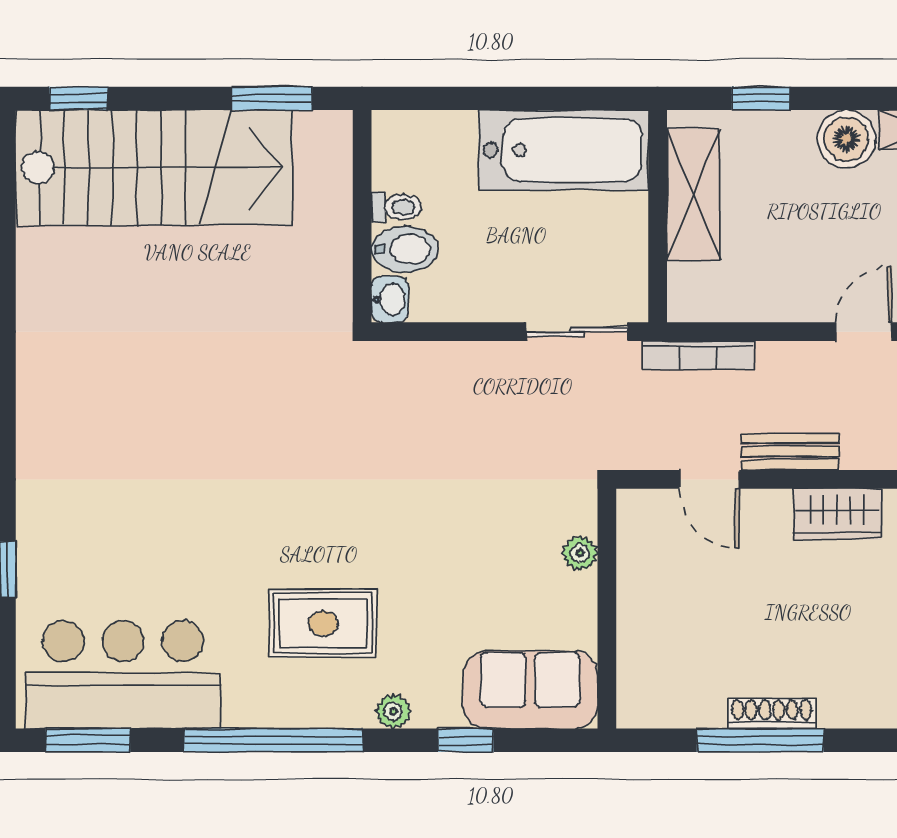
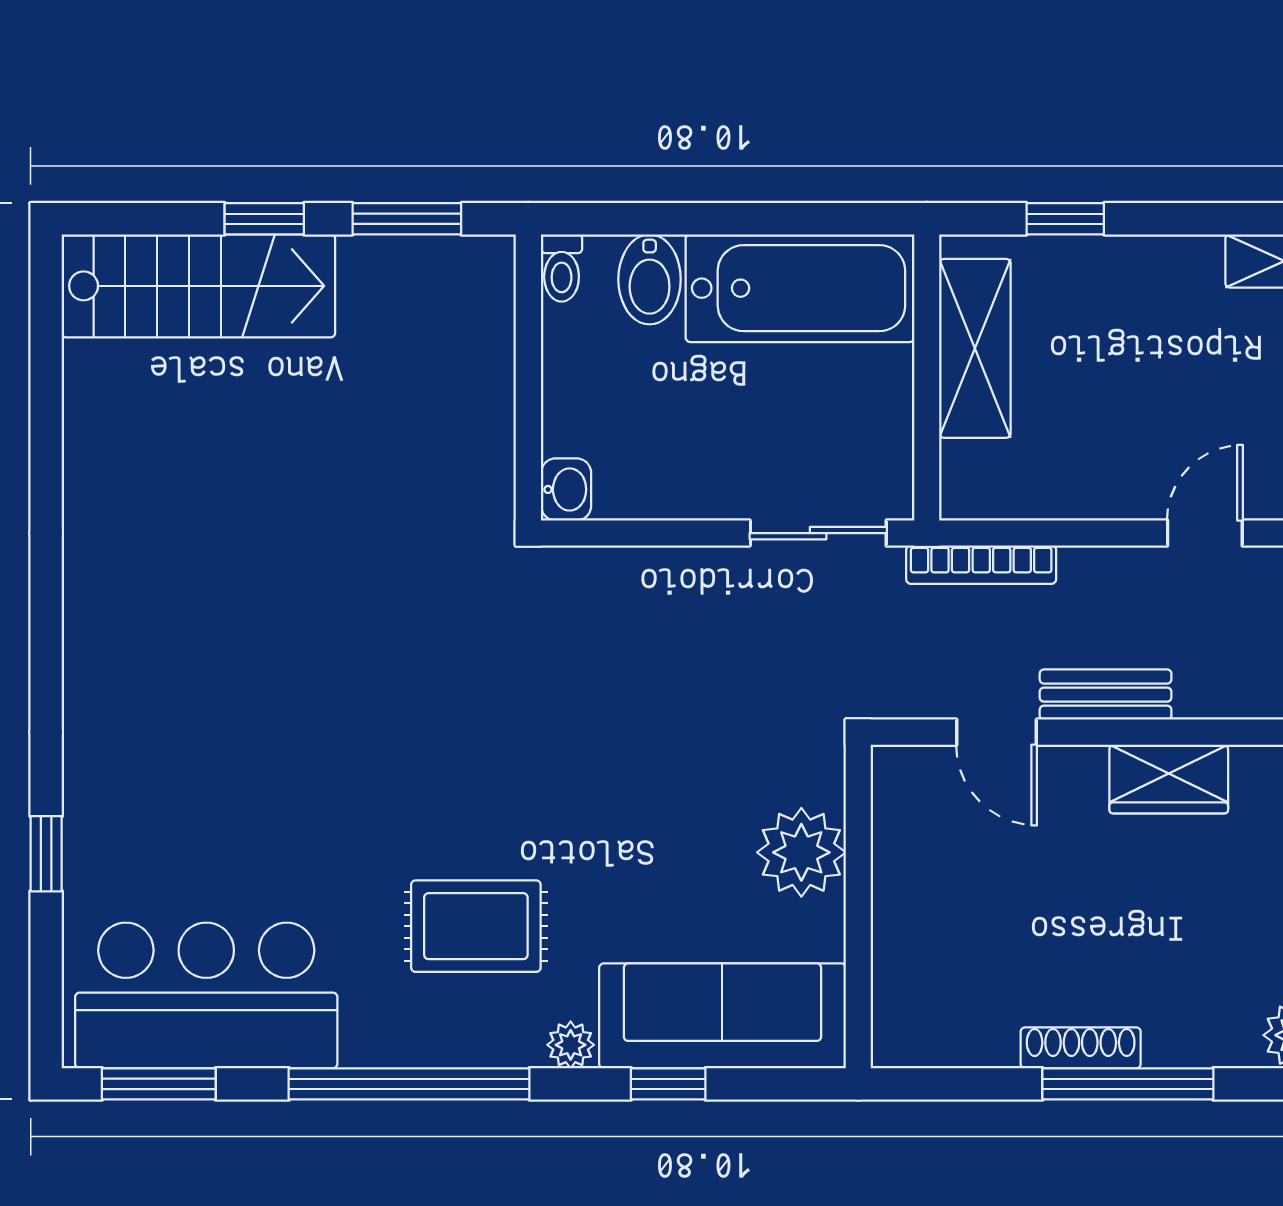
window: (79, 98) -> (264, 219), moved
boiler: (846, 139) -> (1181, 273), removed
stairs: (154, 168) -> (198, 286), width x0.73, depth x0.66
toilet: (396, 207) -> (562, 268), moved, turned 90
bidet: (405, 249) -> (650, 279), moved, turned 90
plant: (580, 553) -> (801, 852), width x1.87, depth x1.87
sofa: (530, 690) -> (722, 1016), width x1.36
window: (760, 740) -> (1128, 1084), moved

